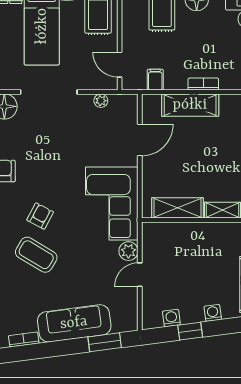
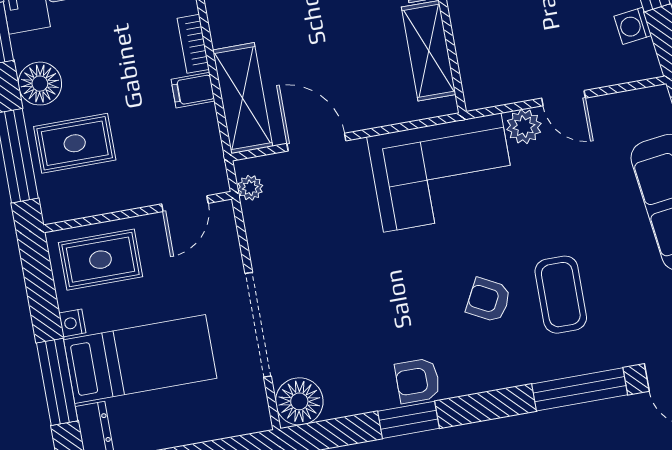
filing cabinet: (155, 80) -> (193, 90), moved
plant: (101, 101) -> (250, 188), moved
shelving: (190, 105) -> (243, 98), moved
coffee table: (36, 255) -> (561, 295), turned -31

